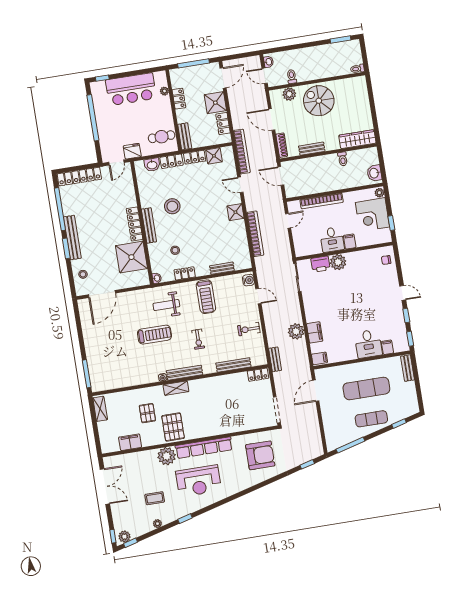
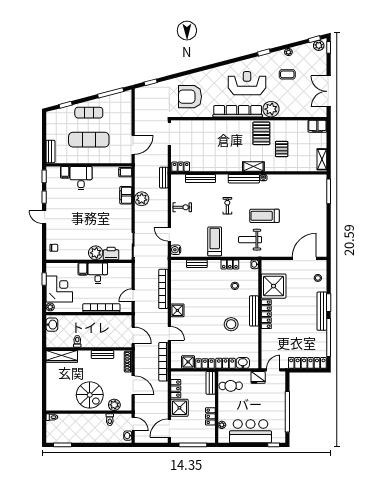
weight bench: (166, 305) -> (250, 240), turned 180
filing cabinet: (130, 442) -> (317, 126), moved

